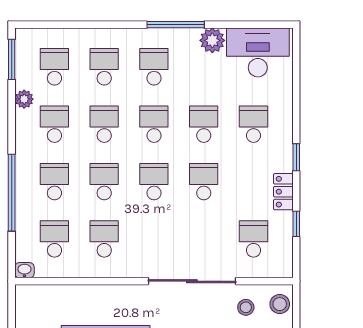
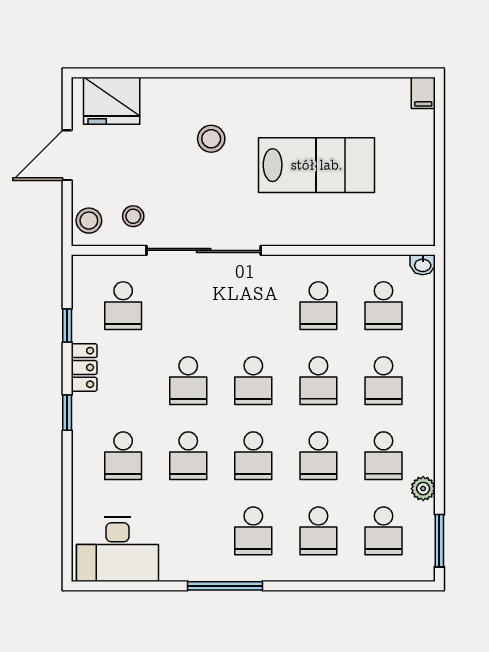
plant: (212, 40) -> (177, 565), removed
window: (12, 193) -> (439, 366), removed

